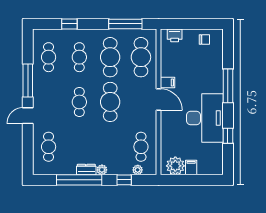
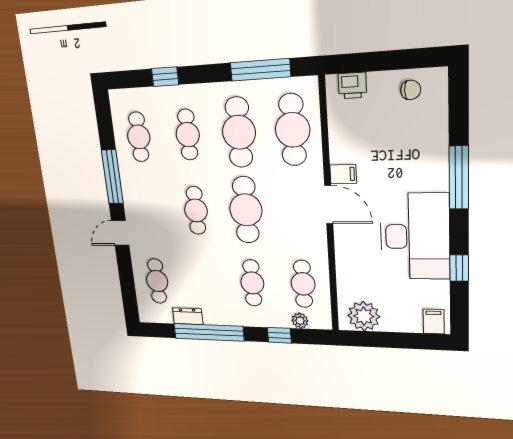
cafe table: (110, 147) -> (252, 283), added
filing cabinet: (191, 168) -> (434, 321), moved
dresser: (86, 170) -> (188, 316), moved
plant: (102, 170) -> (243, 318), removed

